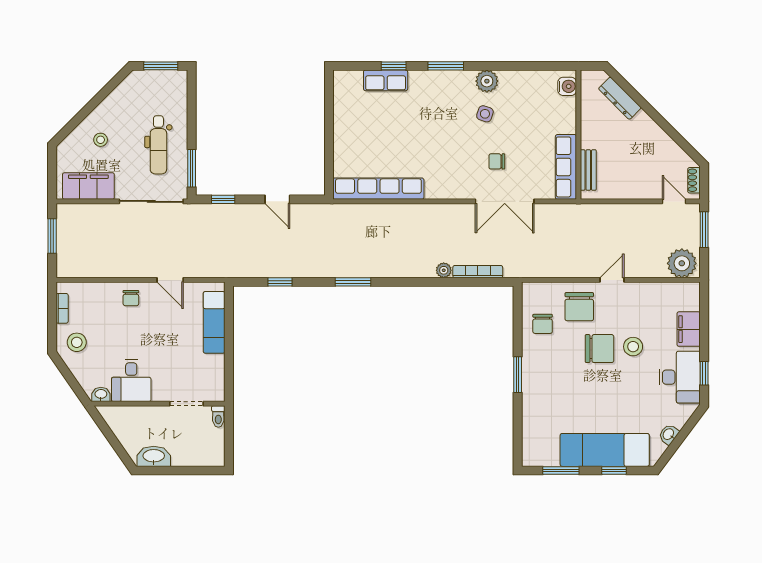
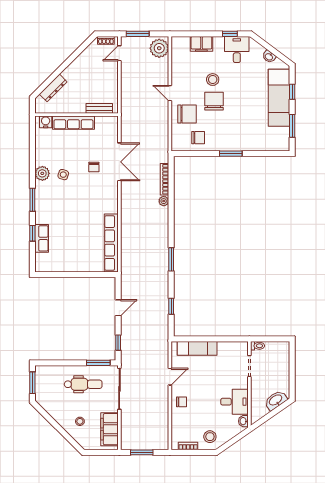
row of seats: (566, 167) -> (73, 123), moved
desk: (680, 377) -> (237, 50), width x0.73
washbasin: (154, 456) -> (276, 400), moved, turned 55

